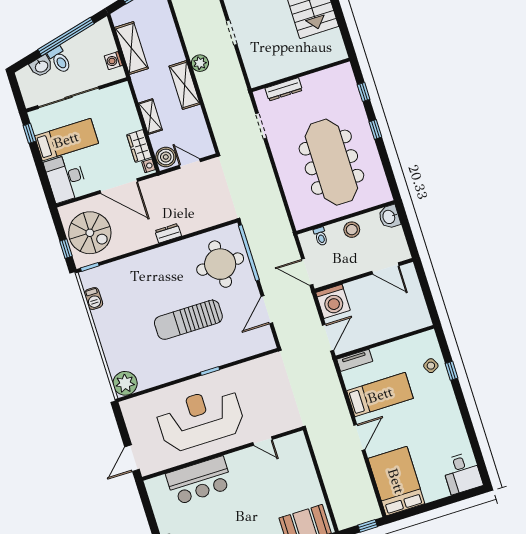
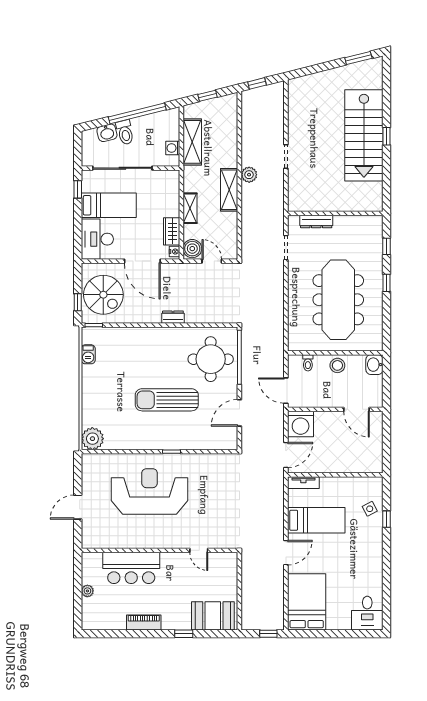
door: (263, 441) -> (199, 550), moved
wall: (222, 454) -> (159, 550), moved
bar counter: (199, 481) -> (131, 568), moved

